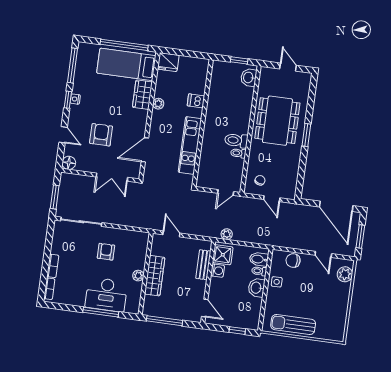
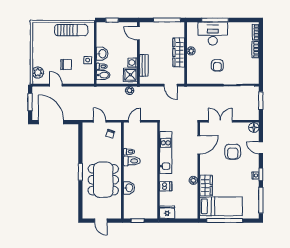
fridge: (168, 62) -> (167, 212), moved
washbasin: (249, 77) -> (129, 188), moved
chair: (293, 261) -> (66, 65), moved

